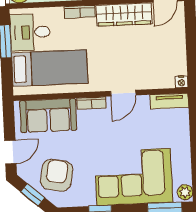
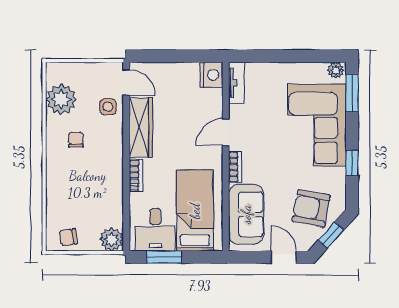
nightstand: (181, 82) -> (211, 75), width x1.89, depth x1.79
door: (123, 93) -> (226, 132), swing flipped

